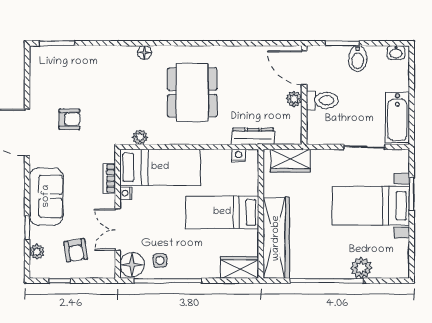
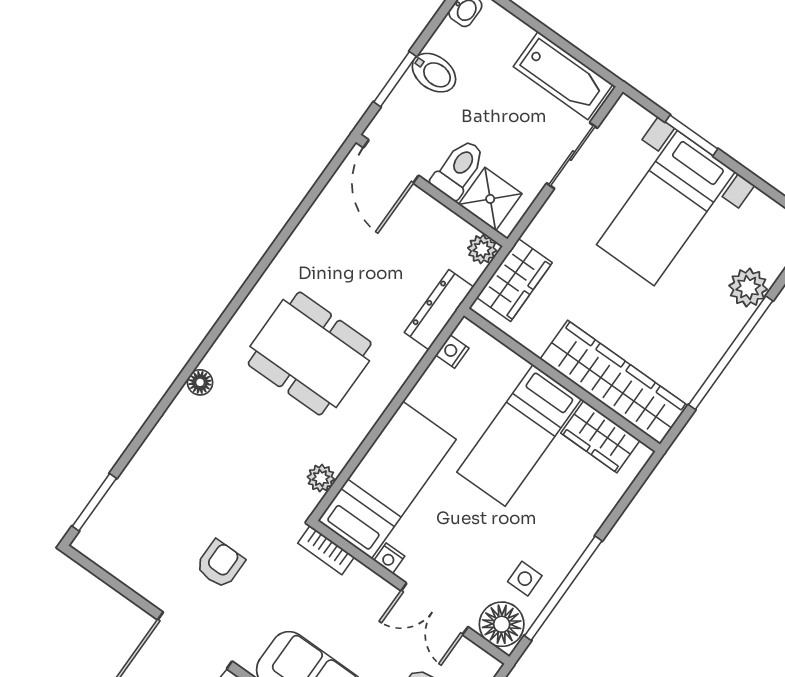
door: (304, 68) -> (391, 162), hinge flipped
plant: (294, 99) -> (482, 249), moved
shower: (319, 124) -> (490, 199), added
bookcase: (109, 178) -> (326, 550), moved
wardrobe: (240, 267) -> (600, 437), moved, turned -90

